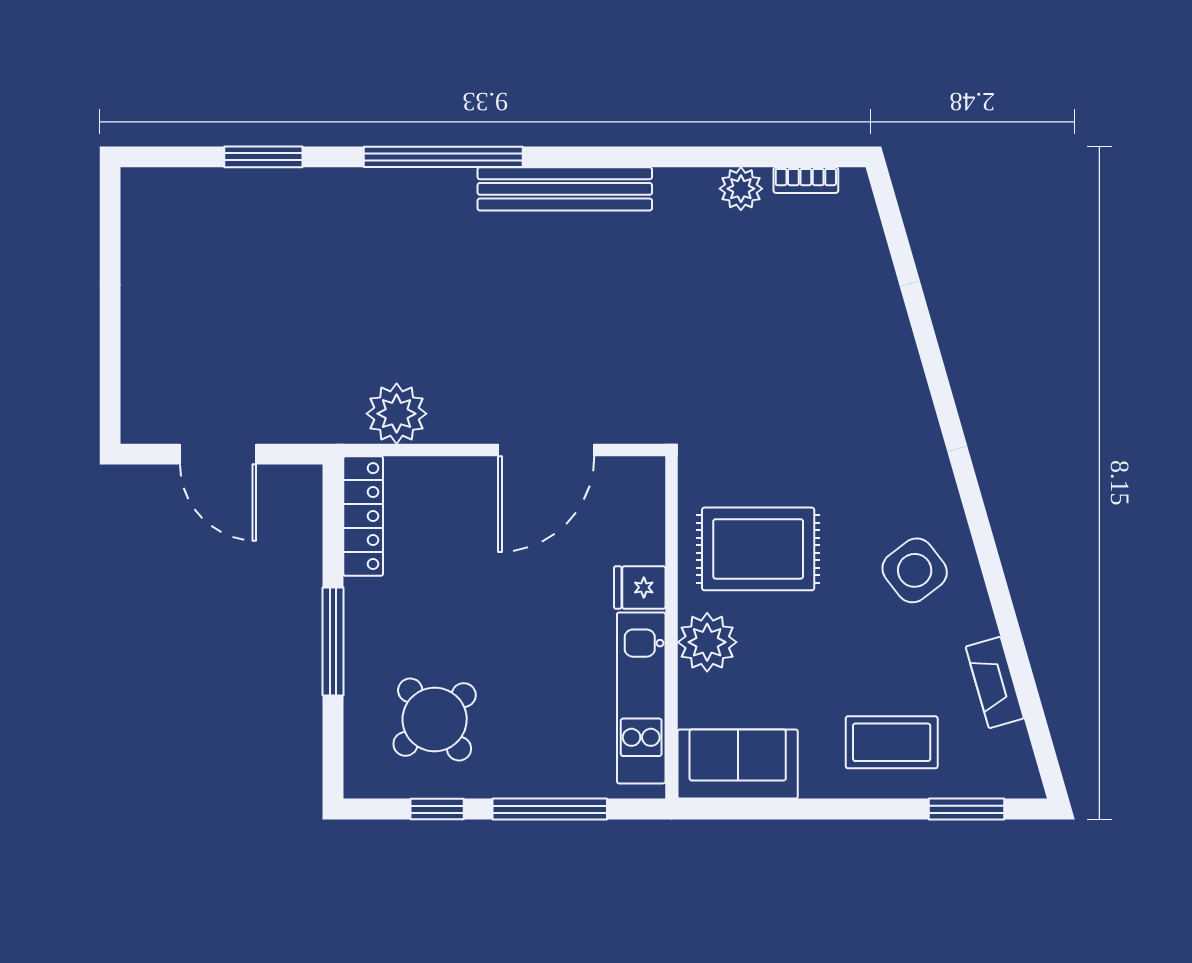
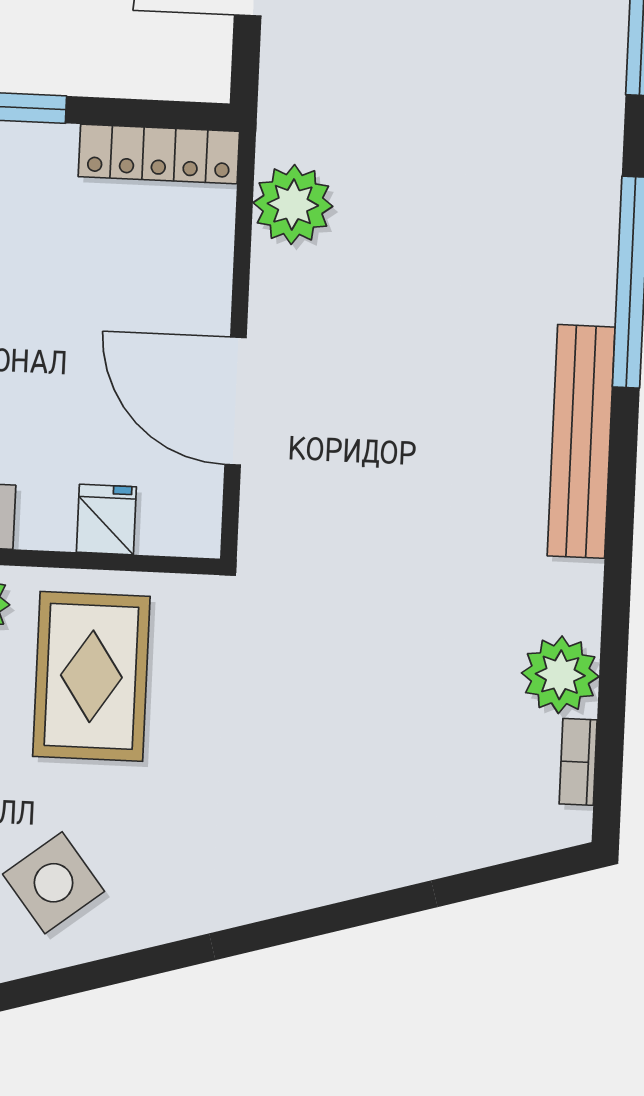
plant: (741, 189) -> (560, 675), width x1.36, depth x1.36
fridge: (640, 587) -> (106, 519), moved

